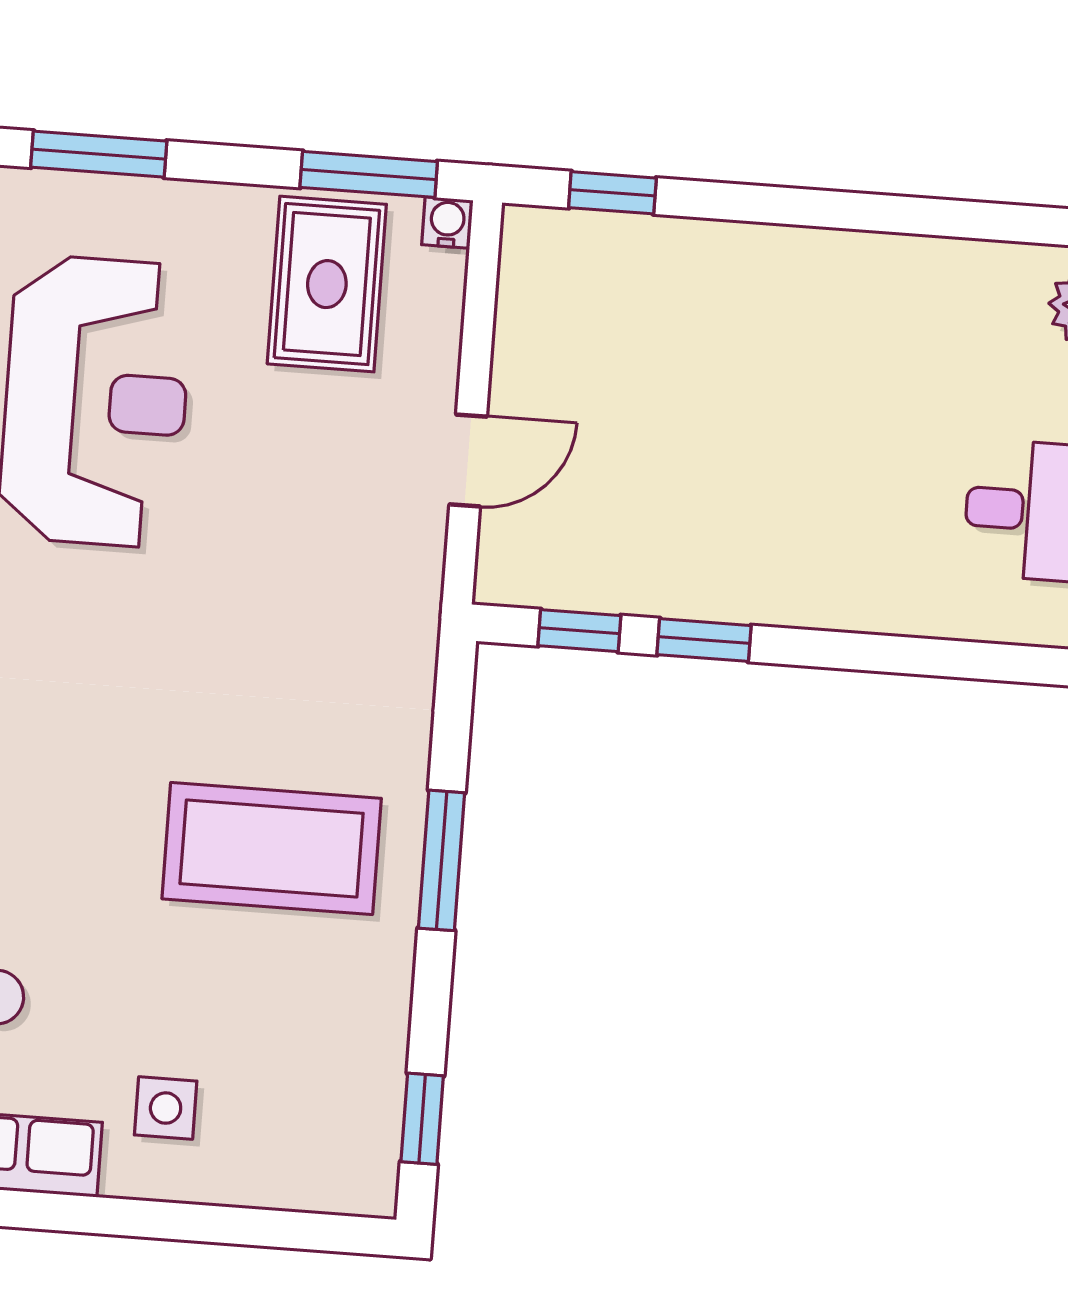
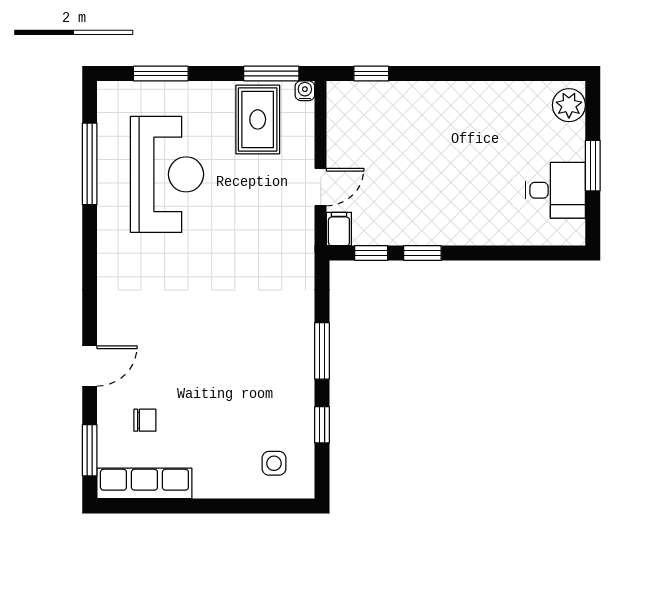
filing cabinet: (505, 566) -> (339, 229), added
coffee table: (272, 849) -> (252, 351), removed
side table: (166, 1108) -> (274, 463), moved
window: (422, 1119) -> (322, 425), moved

